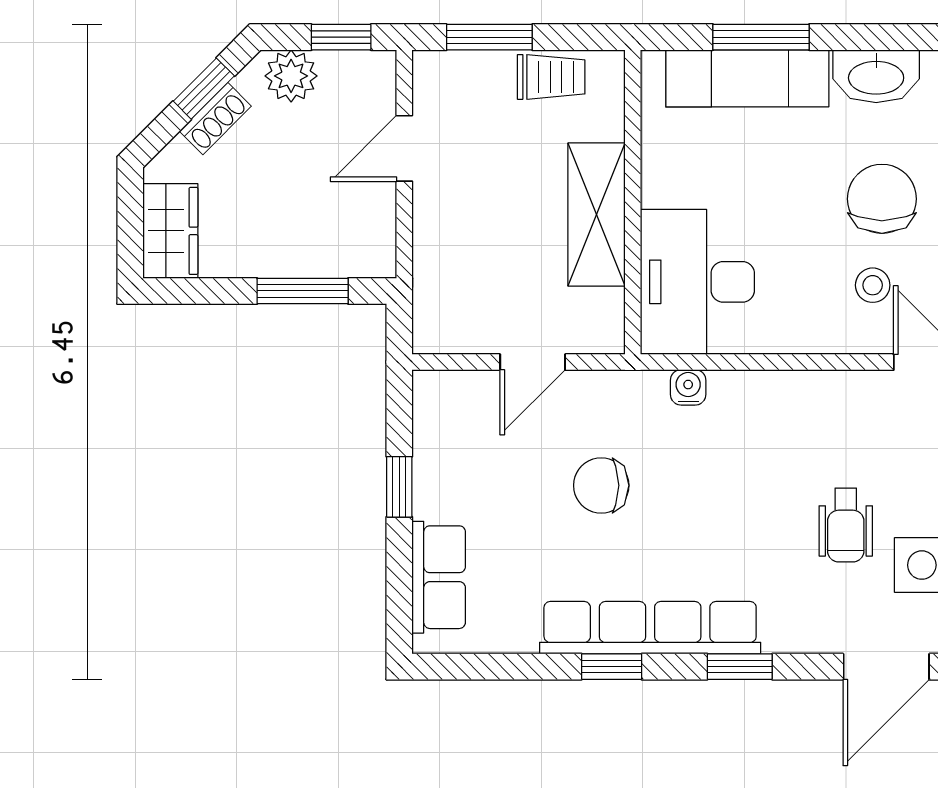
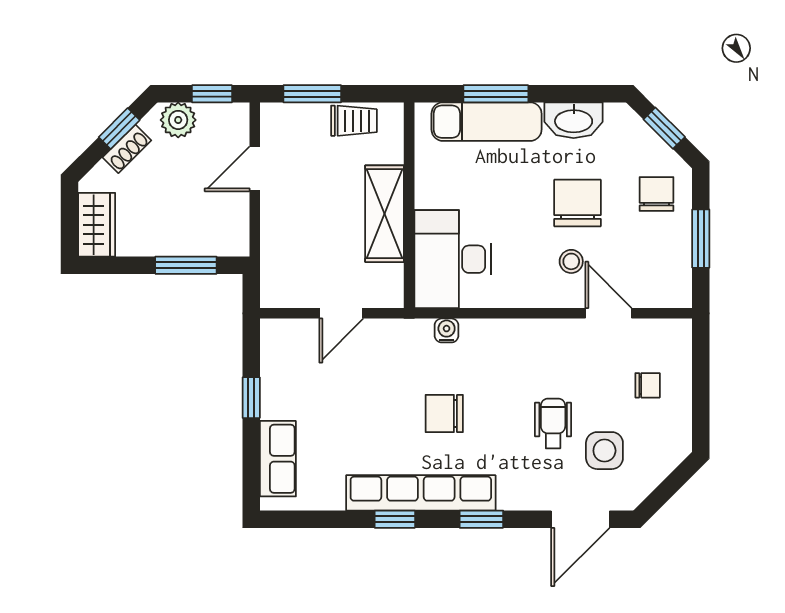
chair: (601, 485) -> (444, 413), moved
wheelchair: (846, 525) -> (553, 423), turned 180

